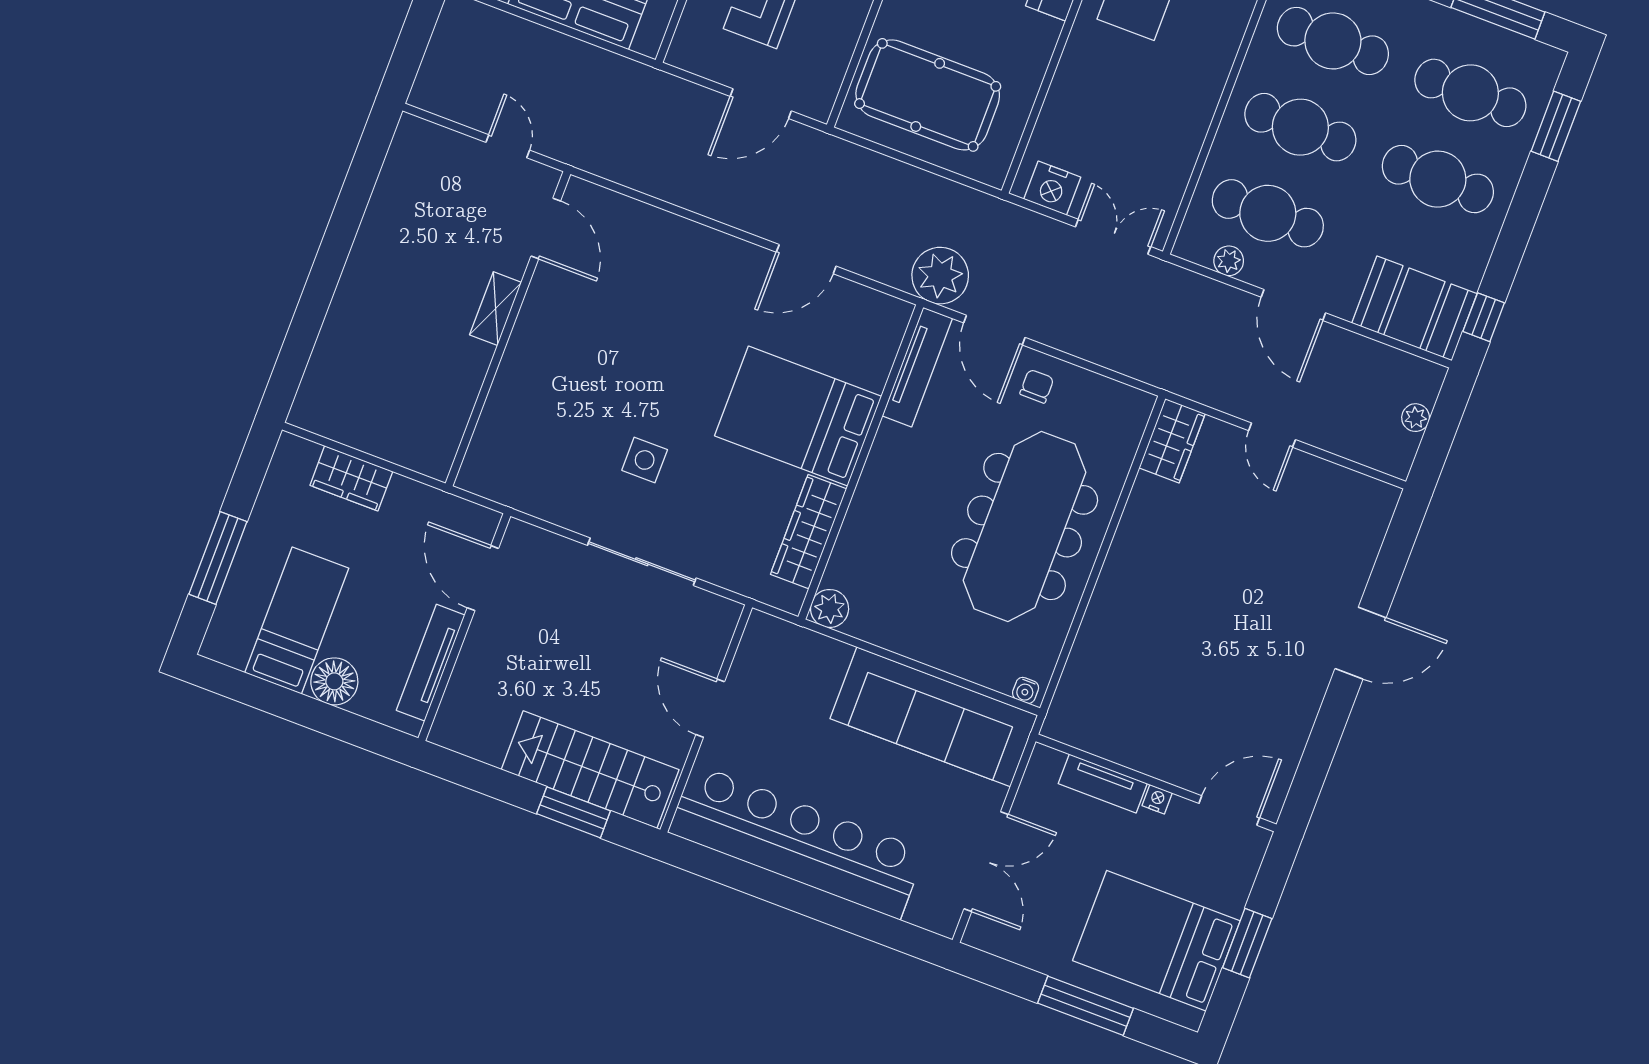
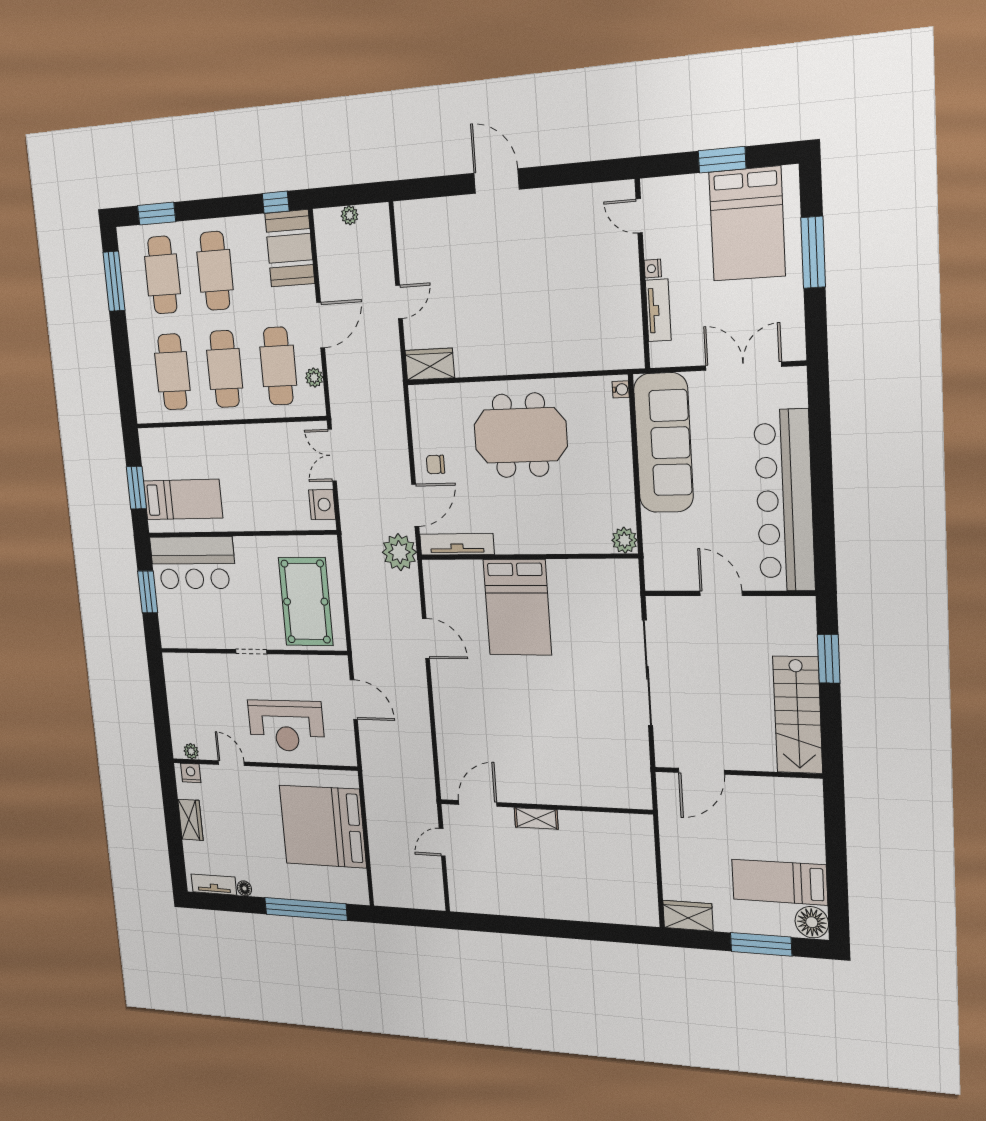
side table: (645, 460) -> (585, 694), removed
wardrobe: (351, 478) -> (688, 916), moved, turned -90
meeting table: (1025, 526) -> (520, 435), width x0.73
wardrobe: (809, 532) -> (583, 573), removed
sliding door: (642, 562) -> (647, 673), width x1.36
tv unit: (431, 663) -> (770, 787), removed
floor lamp: (334, 681) -> (812, 922), moved
door: (710, 708) -> (721, 593), swing flipped
stairs: (590, 770) -> (798, 715), moved
door: (1229, 811) -> (639, 216), width x0.73

